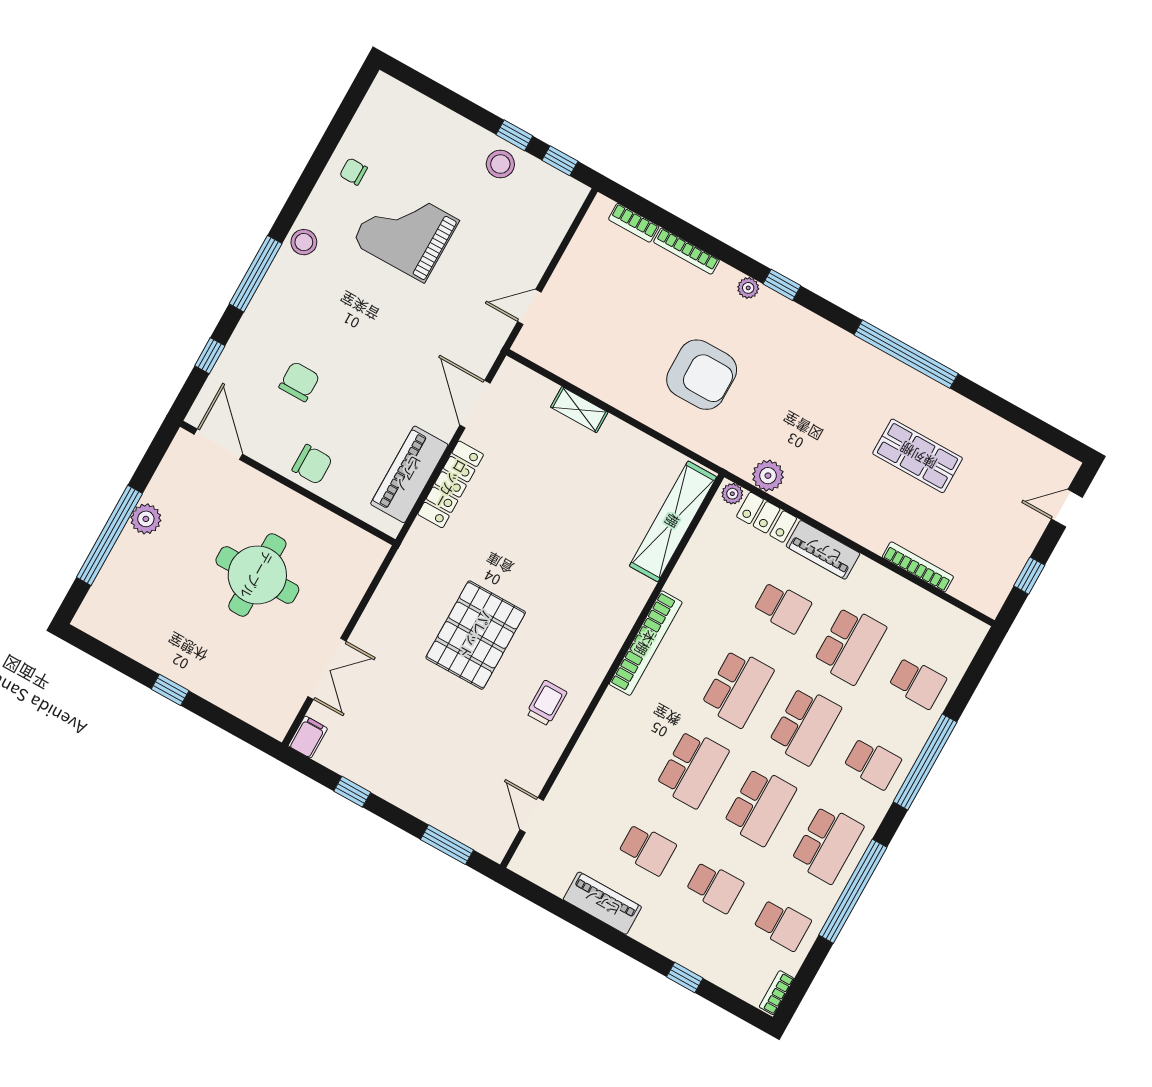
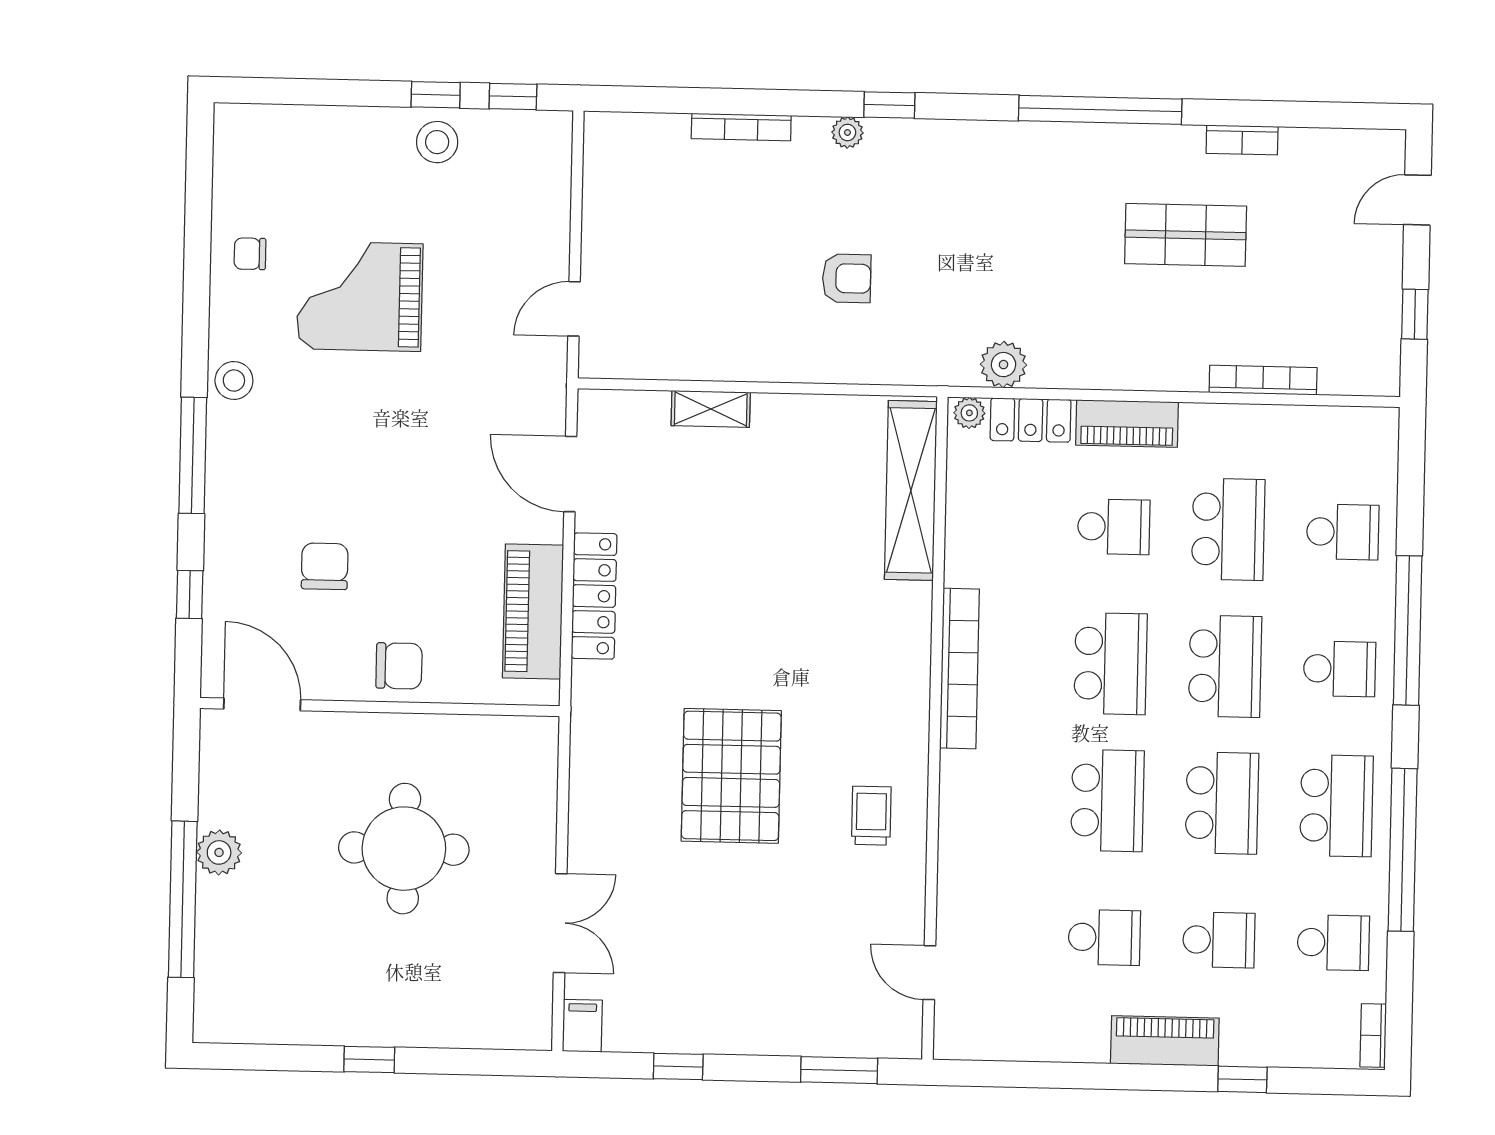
bookcase: (634, 223) -> (1242, 140), moved
armchair: (702, 375) -> (847, 278), width x0.53, depth x0.53
piano: (602, 903) -> (1165, 1041), moved

